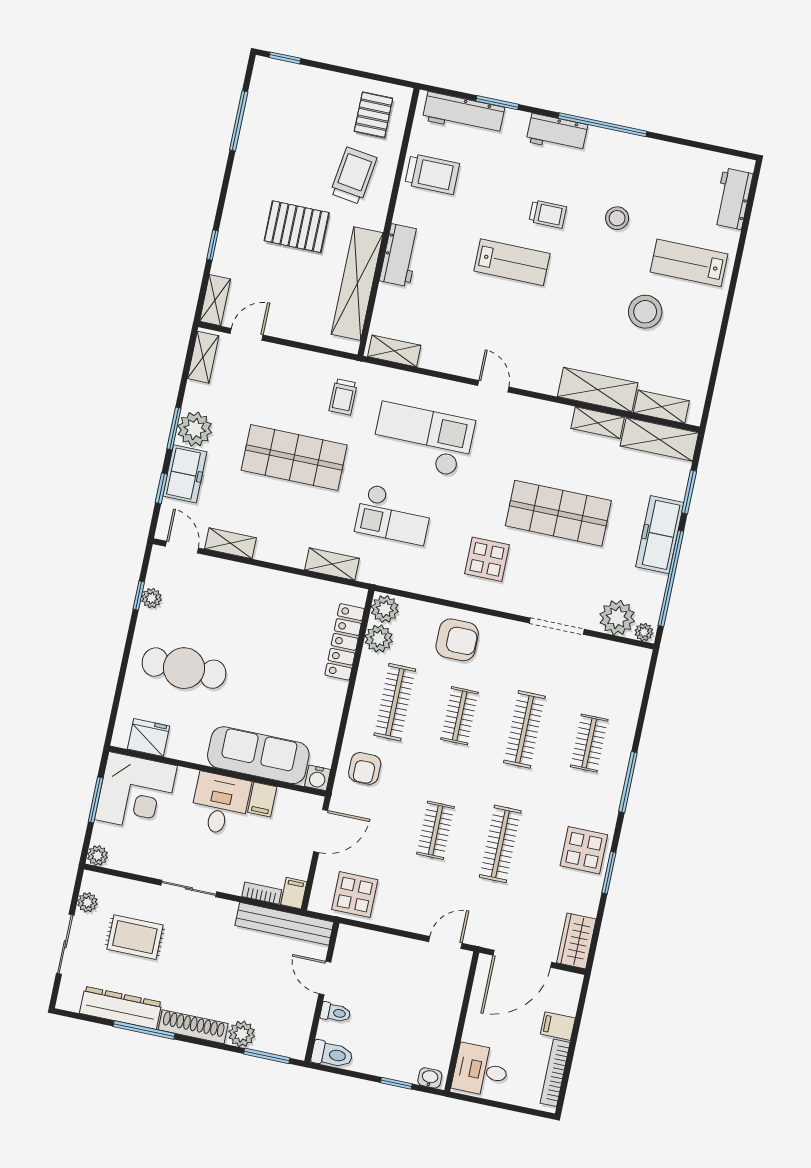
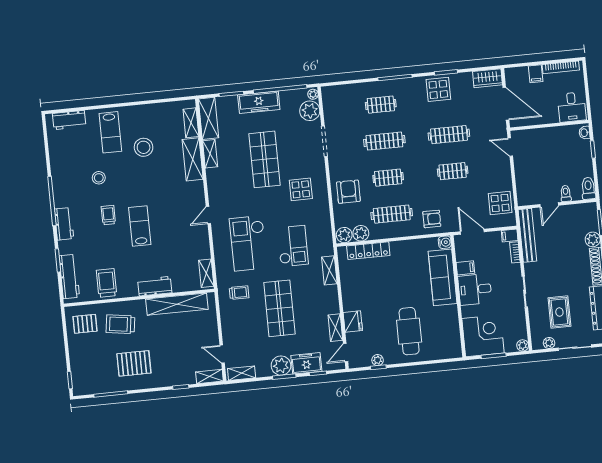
pallet: (297, 227) -> (134, 363), moved, turned 90
fridge: (149, 738) -> (353, 321), moved, turned 180

